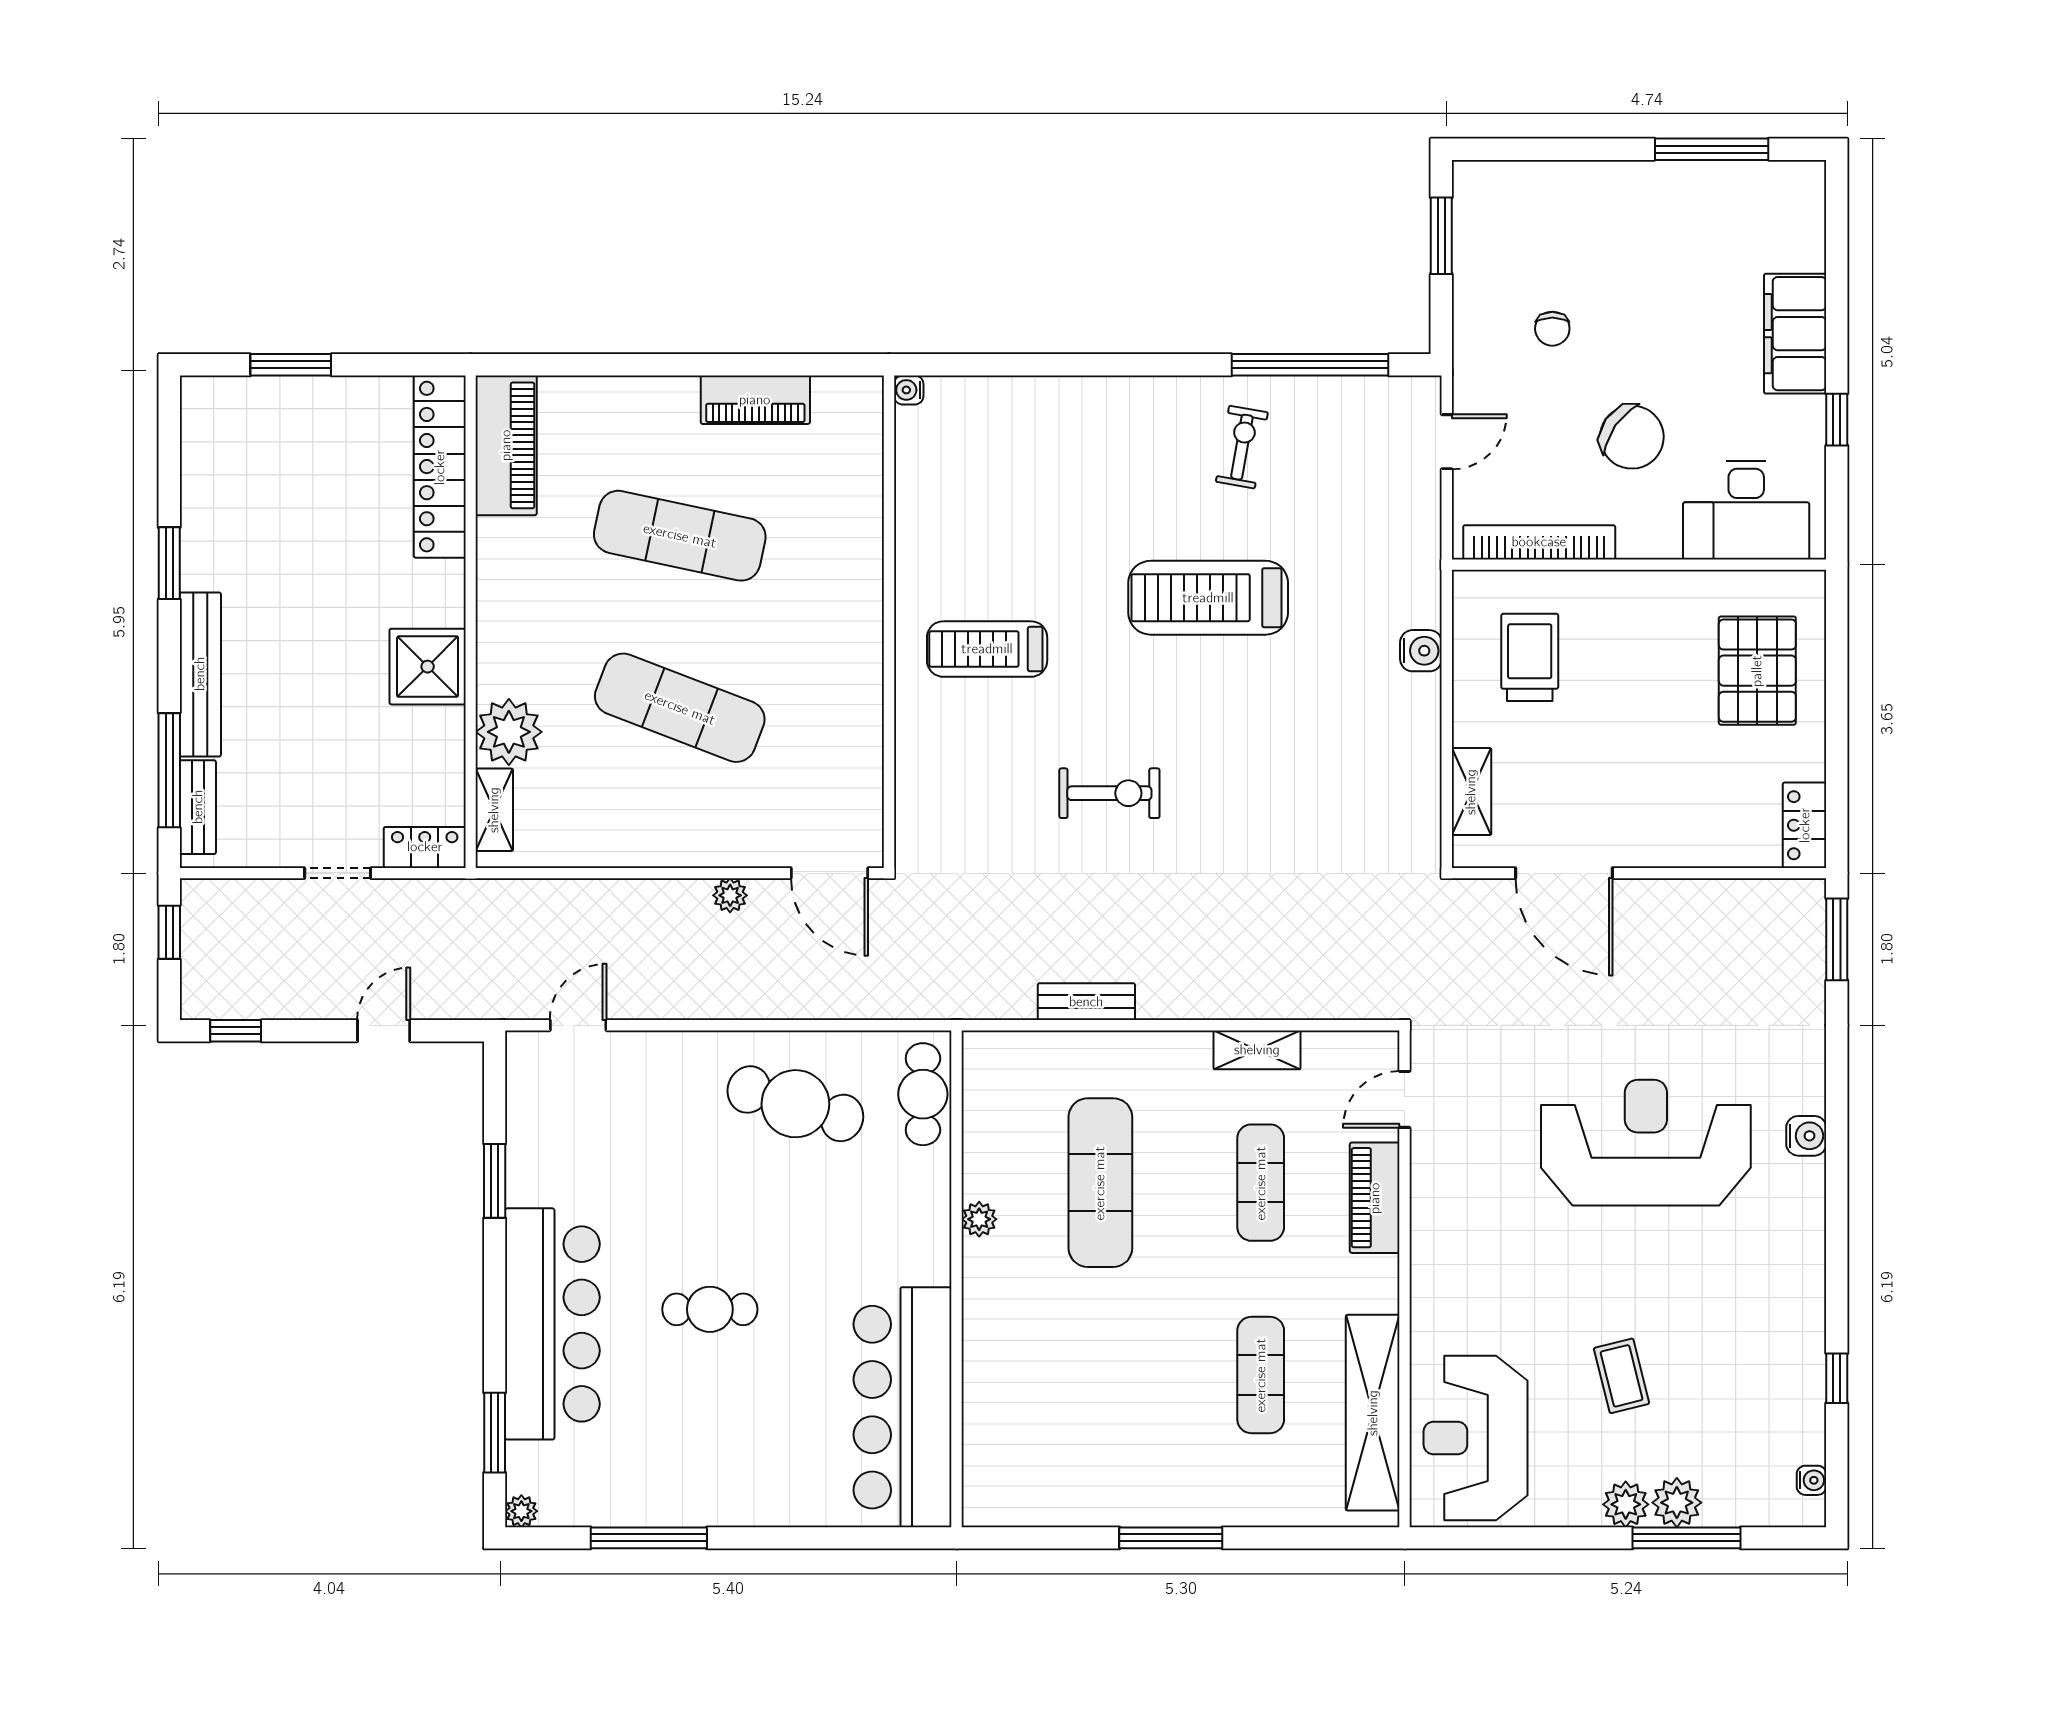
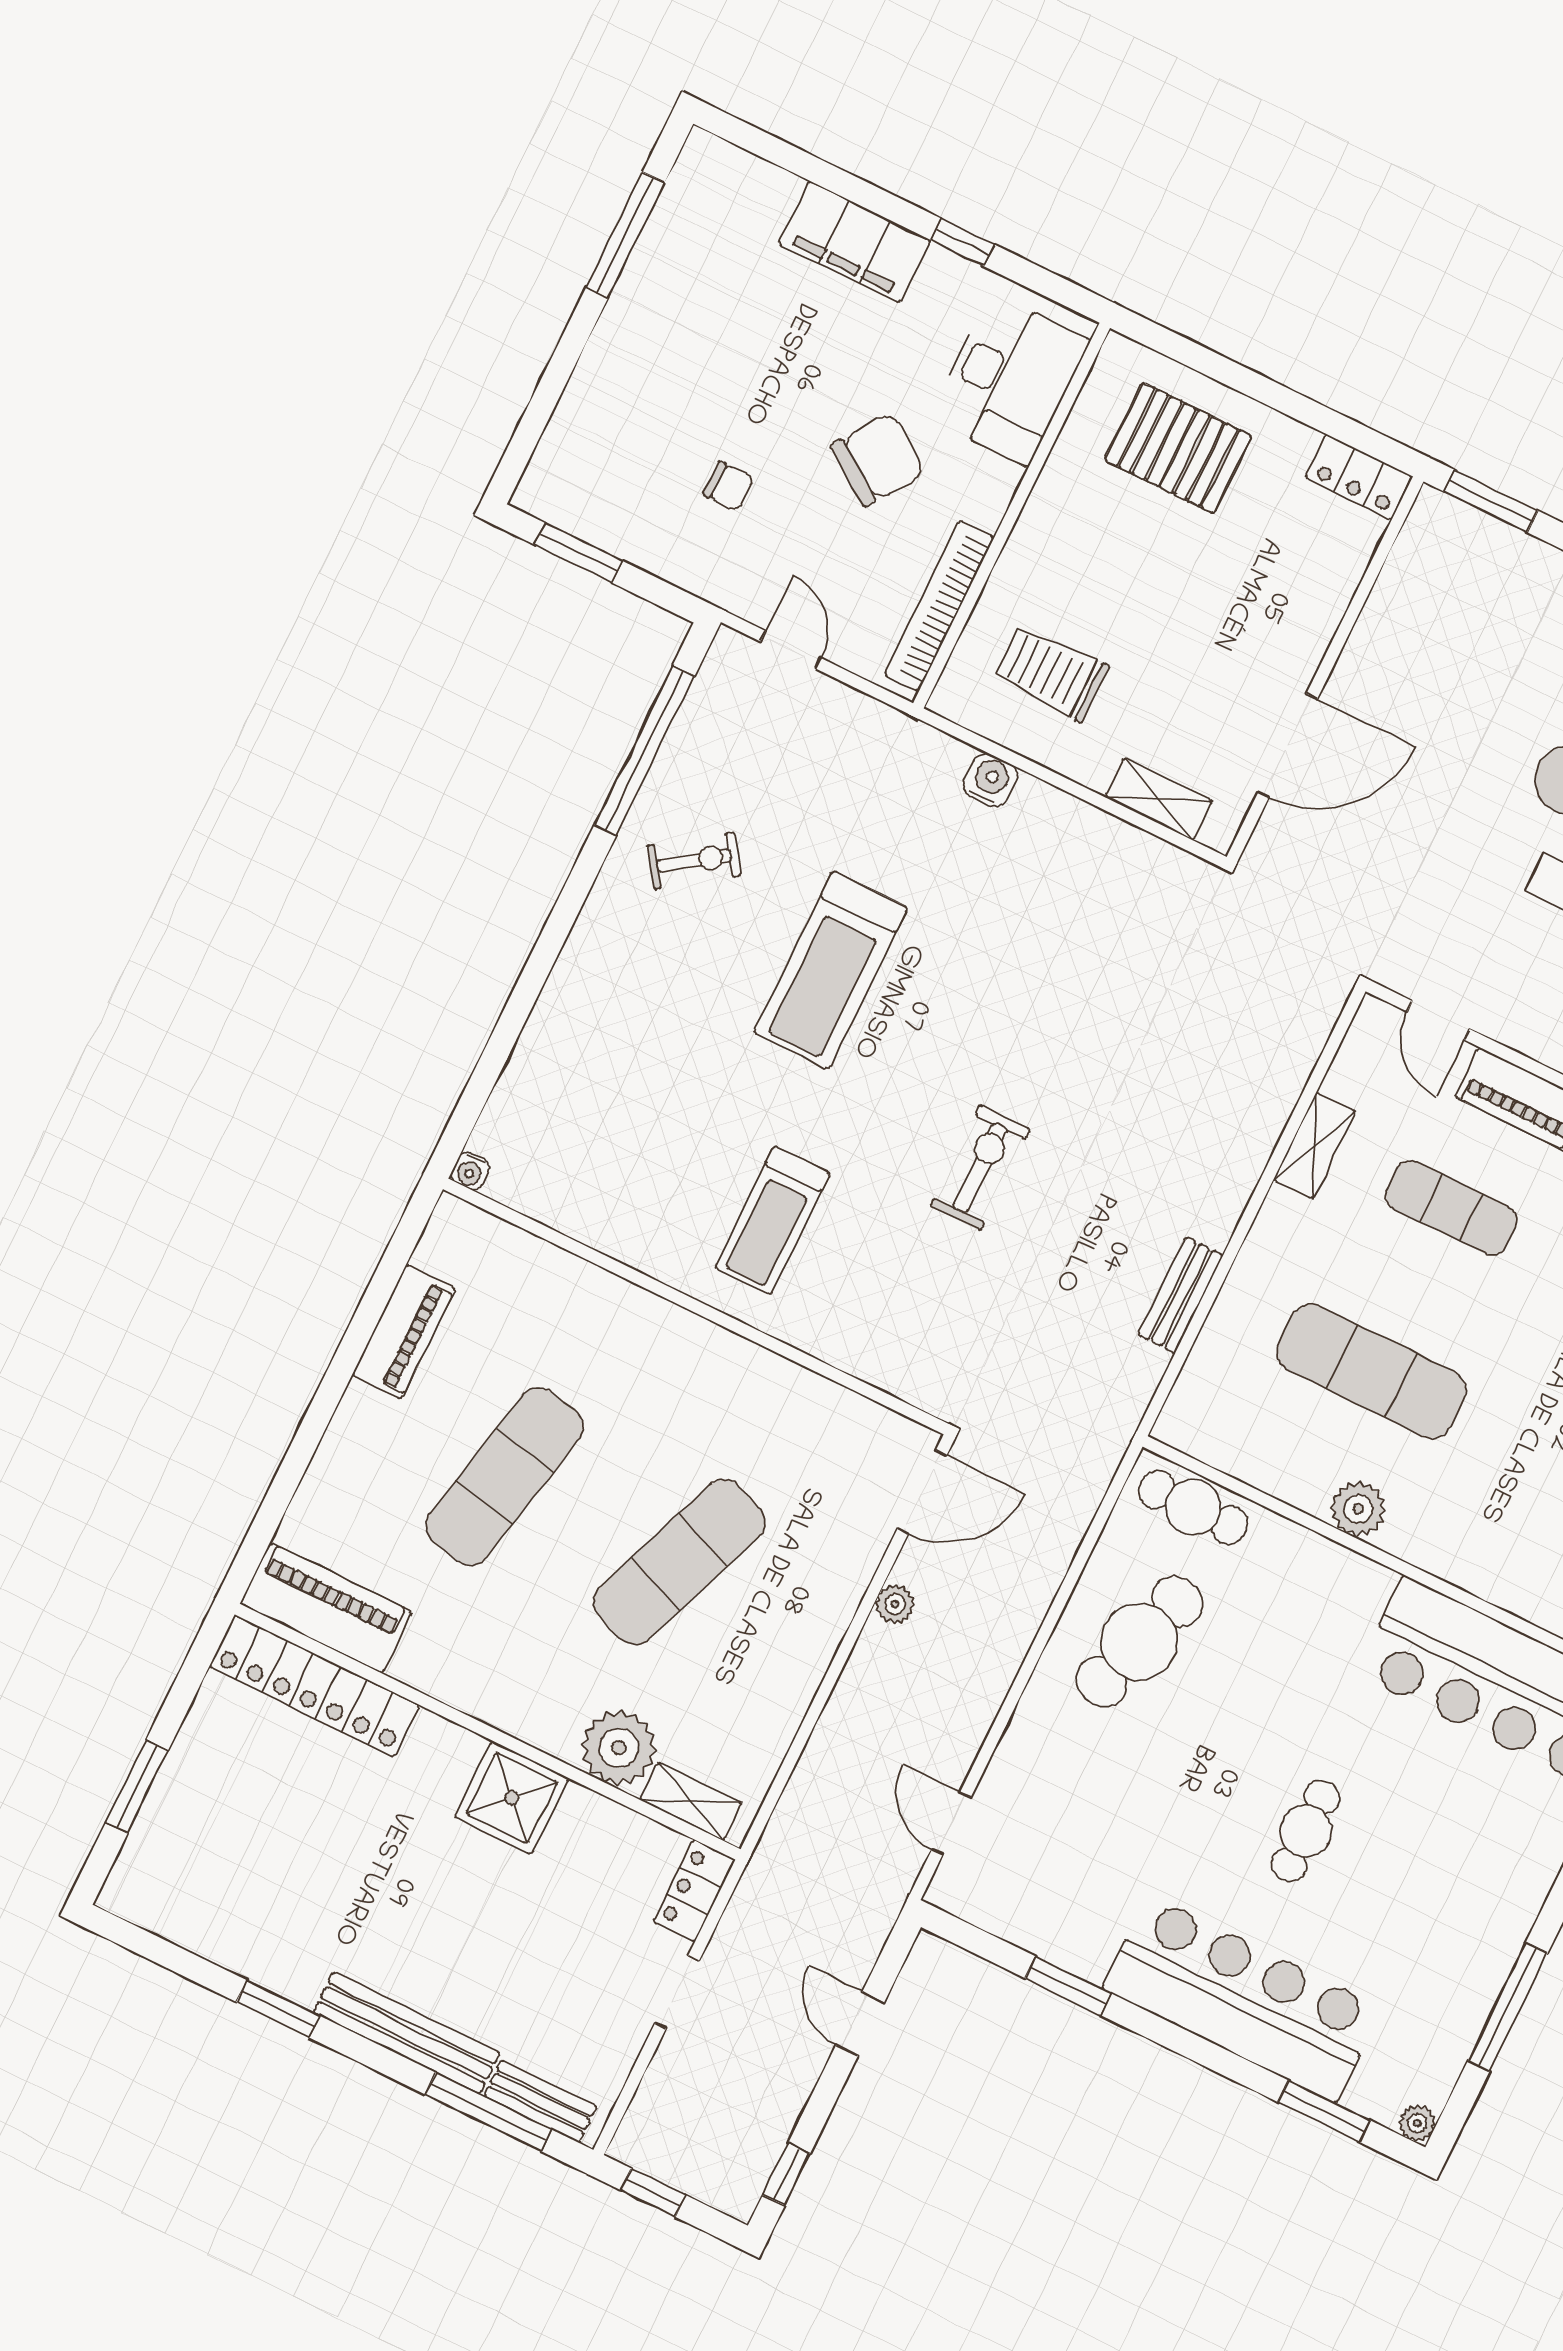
exercise bike: (1242, 447) -> (694, 861), turned 135
plant: (979, 1219) -> (1358, 1509), width x1.38, depth x1.38

